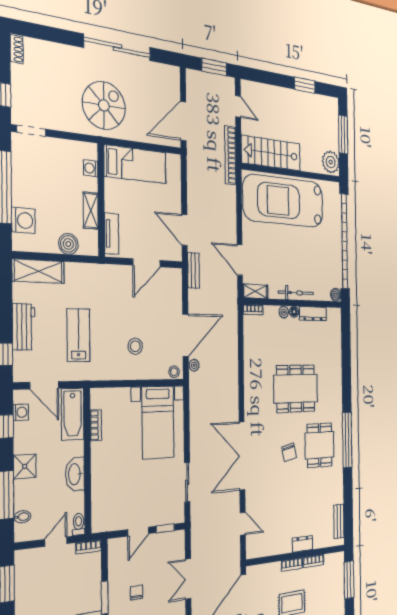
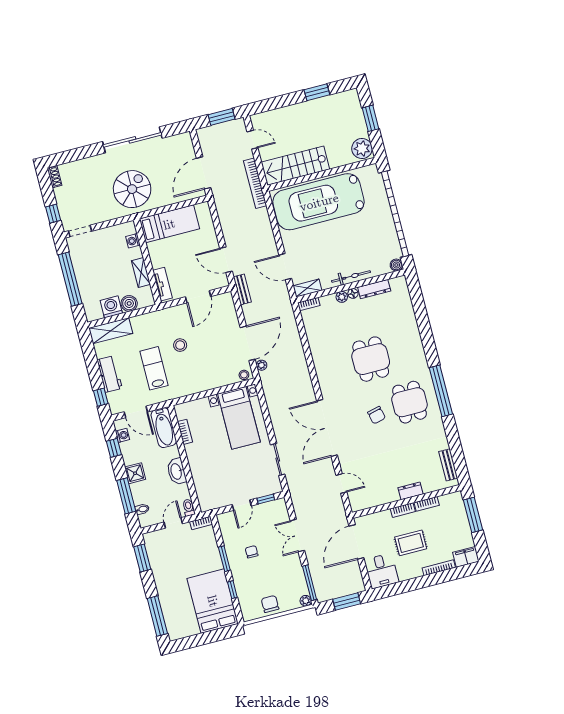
window: (343, 135) -> (370, 118), width x0.69
washing machine: (23, 220) -> (111, 307), moved, turned -90
stool: (135, 346) -> (180, 345), moved
dining table: (296, 389) -> (371, 359), width x0.73

